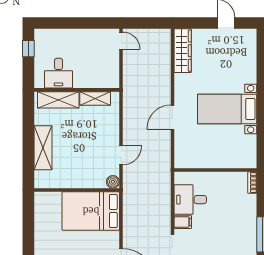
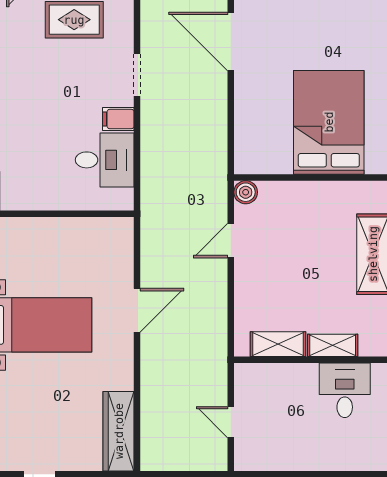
door: (121, 41) -> (231, 422), moved
shelving: (58, 100) -> (333, 345), width x0.67, depth x0.75
bed: (91, 211) -> (329, 122), moved, turned -90

